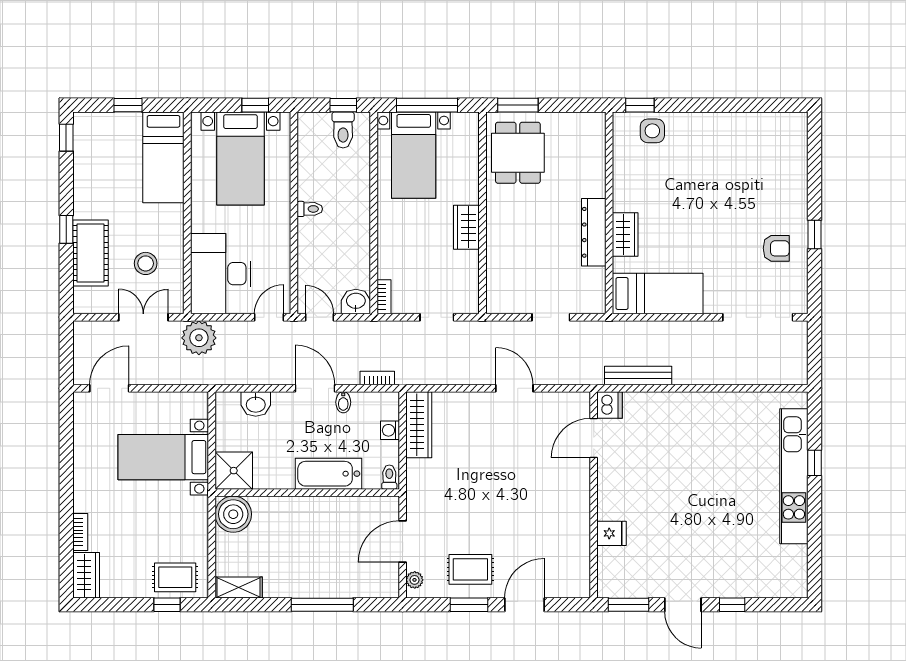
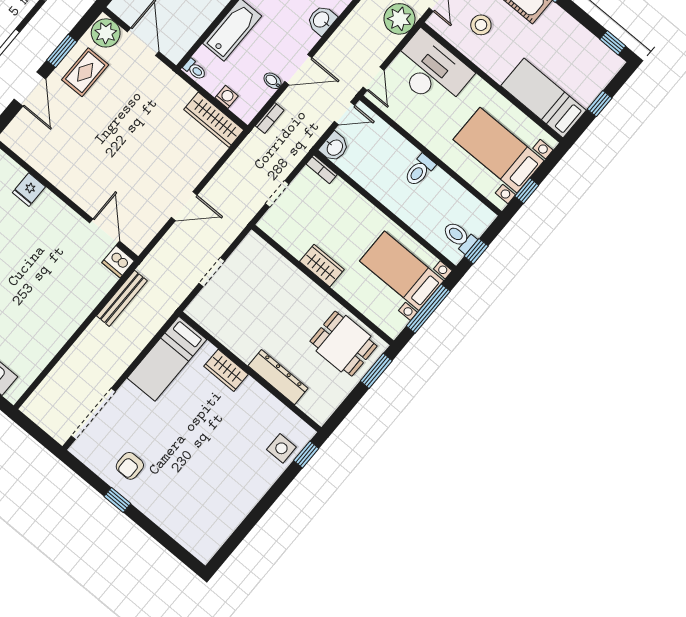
toilet: (310, 209) -> (420, 170), width x1.37, depth x1.39
dresser: (594, 232) -> (278, 377), moved
plant: (415, 580) -> (106, 33), width x1.88, depth x1.88

